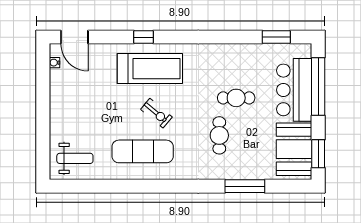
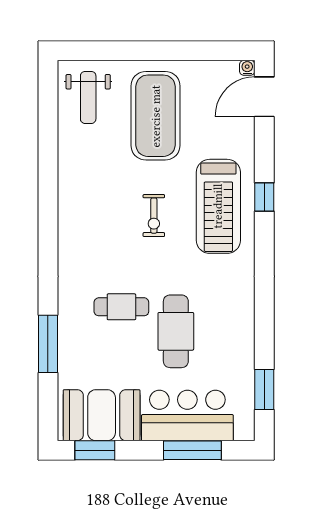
water cooler: (54, 63) -> (247, 68), moved
window: (318, 86) -> (192, 450), width x0.68
cafe table: (236, 98) -> (176, 331), width x1.37, depth x1.35
exercise bike: (156, 113) -> (154, 216), turned -40
exercise mat: (143, 151) -> (156, 116), moved, width x1.47

